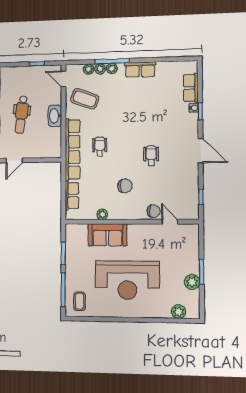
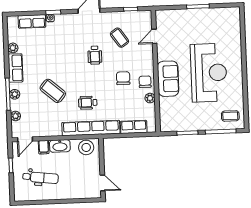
plant: (100, 69) -> (13, 48), moved
filing cabinet: (54, 99) -> (44, 147), added
coffee table: (85, 99) -> (53, 91), moved, turned -69
dental chair: (21, 115) -> (40, 178), moved
stool: (52, 144) -> (86, 147), added
wheelchair: (151, 156) -> (95, 55), turned -90
coffee table: (170, 183) -> (119, 38), added
chair: (154, 211) -> (145, 82), moved
sofa: (107, 235) -> (168, 79), moved
plant: (192, 282) -> (207, 15), removed
plant: (179, 312) -> (235, 26), removed

